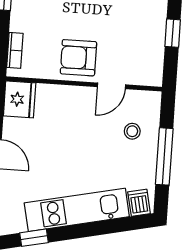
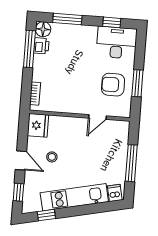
window: (173, 33) -> (137, 83), width x1.50
armchair: (78, 58) -> (113, 85), moved
stool: (132, 131) -> (52, 157), moved

